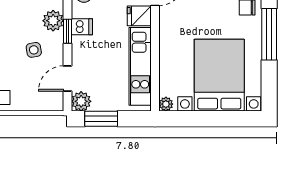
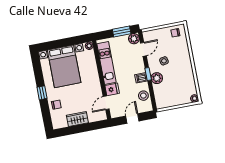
window: (269, 34) -> (42, 93), width x0.46

